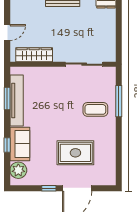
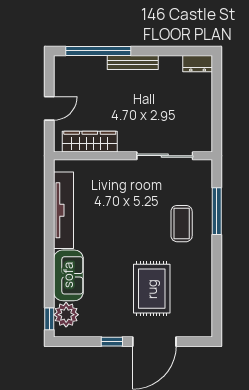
window: (7, 99) -> (49, 207), removed
coffee table: (95, 109) -> (182, 224), turned 90
window: (7, 145) -> (49, 319), moved
rug: (75, 153) -> (152, 289), turned 90

